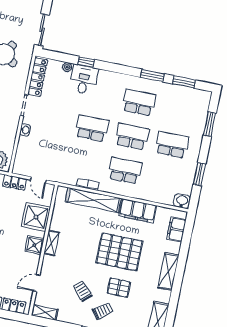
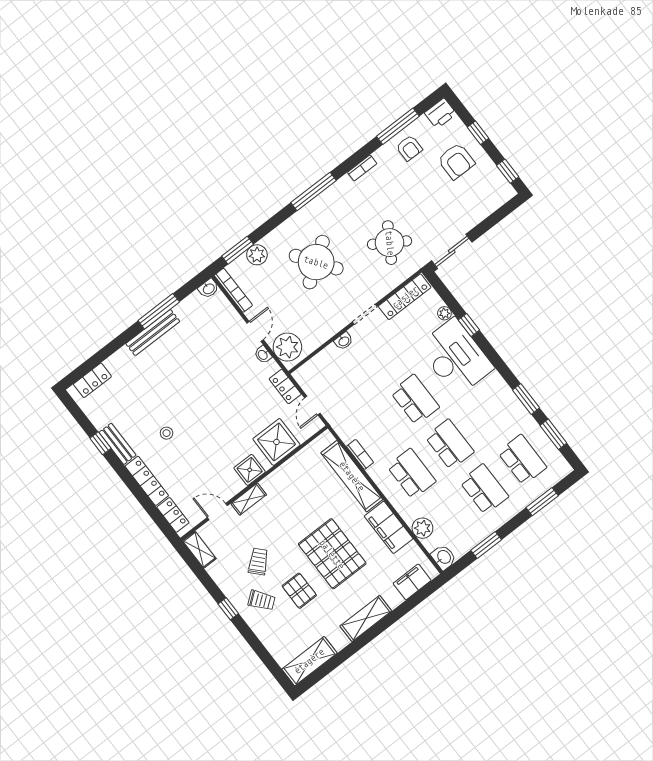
desk: (84, 80) -> (455, 357), width x1.87, depth x1.30
school desk: (139, 102) -> (522, 460), moved
plant: (157, 195) -> (422, 528), added
shelving: (52, 243) -> (249, 499), moved

